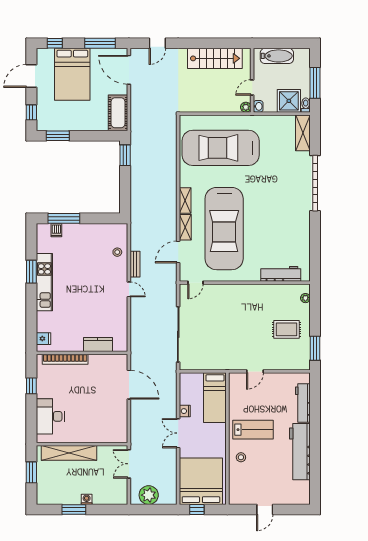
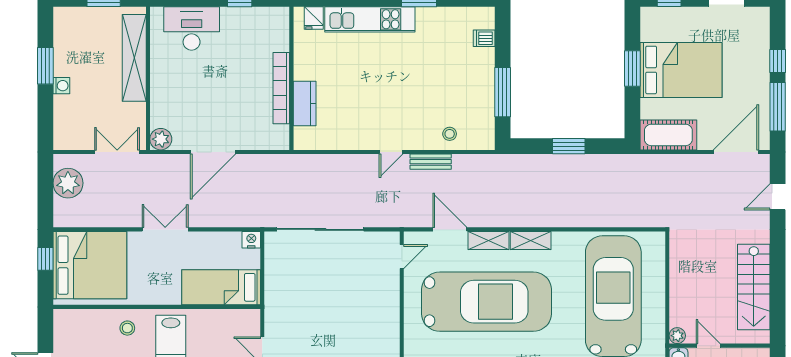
window: (55, 43) -> (778, 61), moved
door: (157, 43) -> (778, 197), hinge flipped
bed: (72, 74) -> (681, 70), moved, turned 180
window: (58, 136) -> (632, 69), moved
window: (125, 155) -> (569, 146), moved
window: (64, 218) -> (503, 92), moved
car: (224, 229) -> (486, 302), turned 180
kitchen unit: (44, 282) -> (370, 19), moved
door: (195, 283) -> (402, 257), swing flipped
bookcase: (65, 359) -> (281, 88), moved
door: (129, 385) -> (213, 152), moved
nightstand: (185, 411) -> (251, 240), moved
plant: (121, 436) -> (161, 139), added

